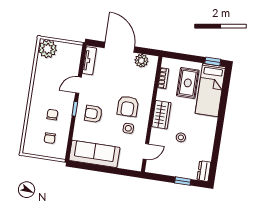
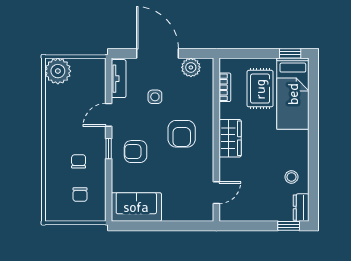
side table: (128, 128) -> (155, 97), moved
stool: (181, 137) -> (291, 177), moved
sofa: (94, 154) -> (136, 207), width x0.73
window: (183, 181) -> (289, 226), moved

